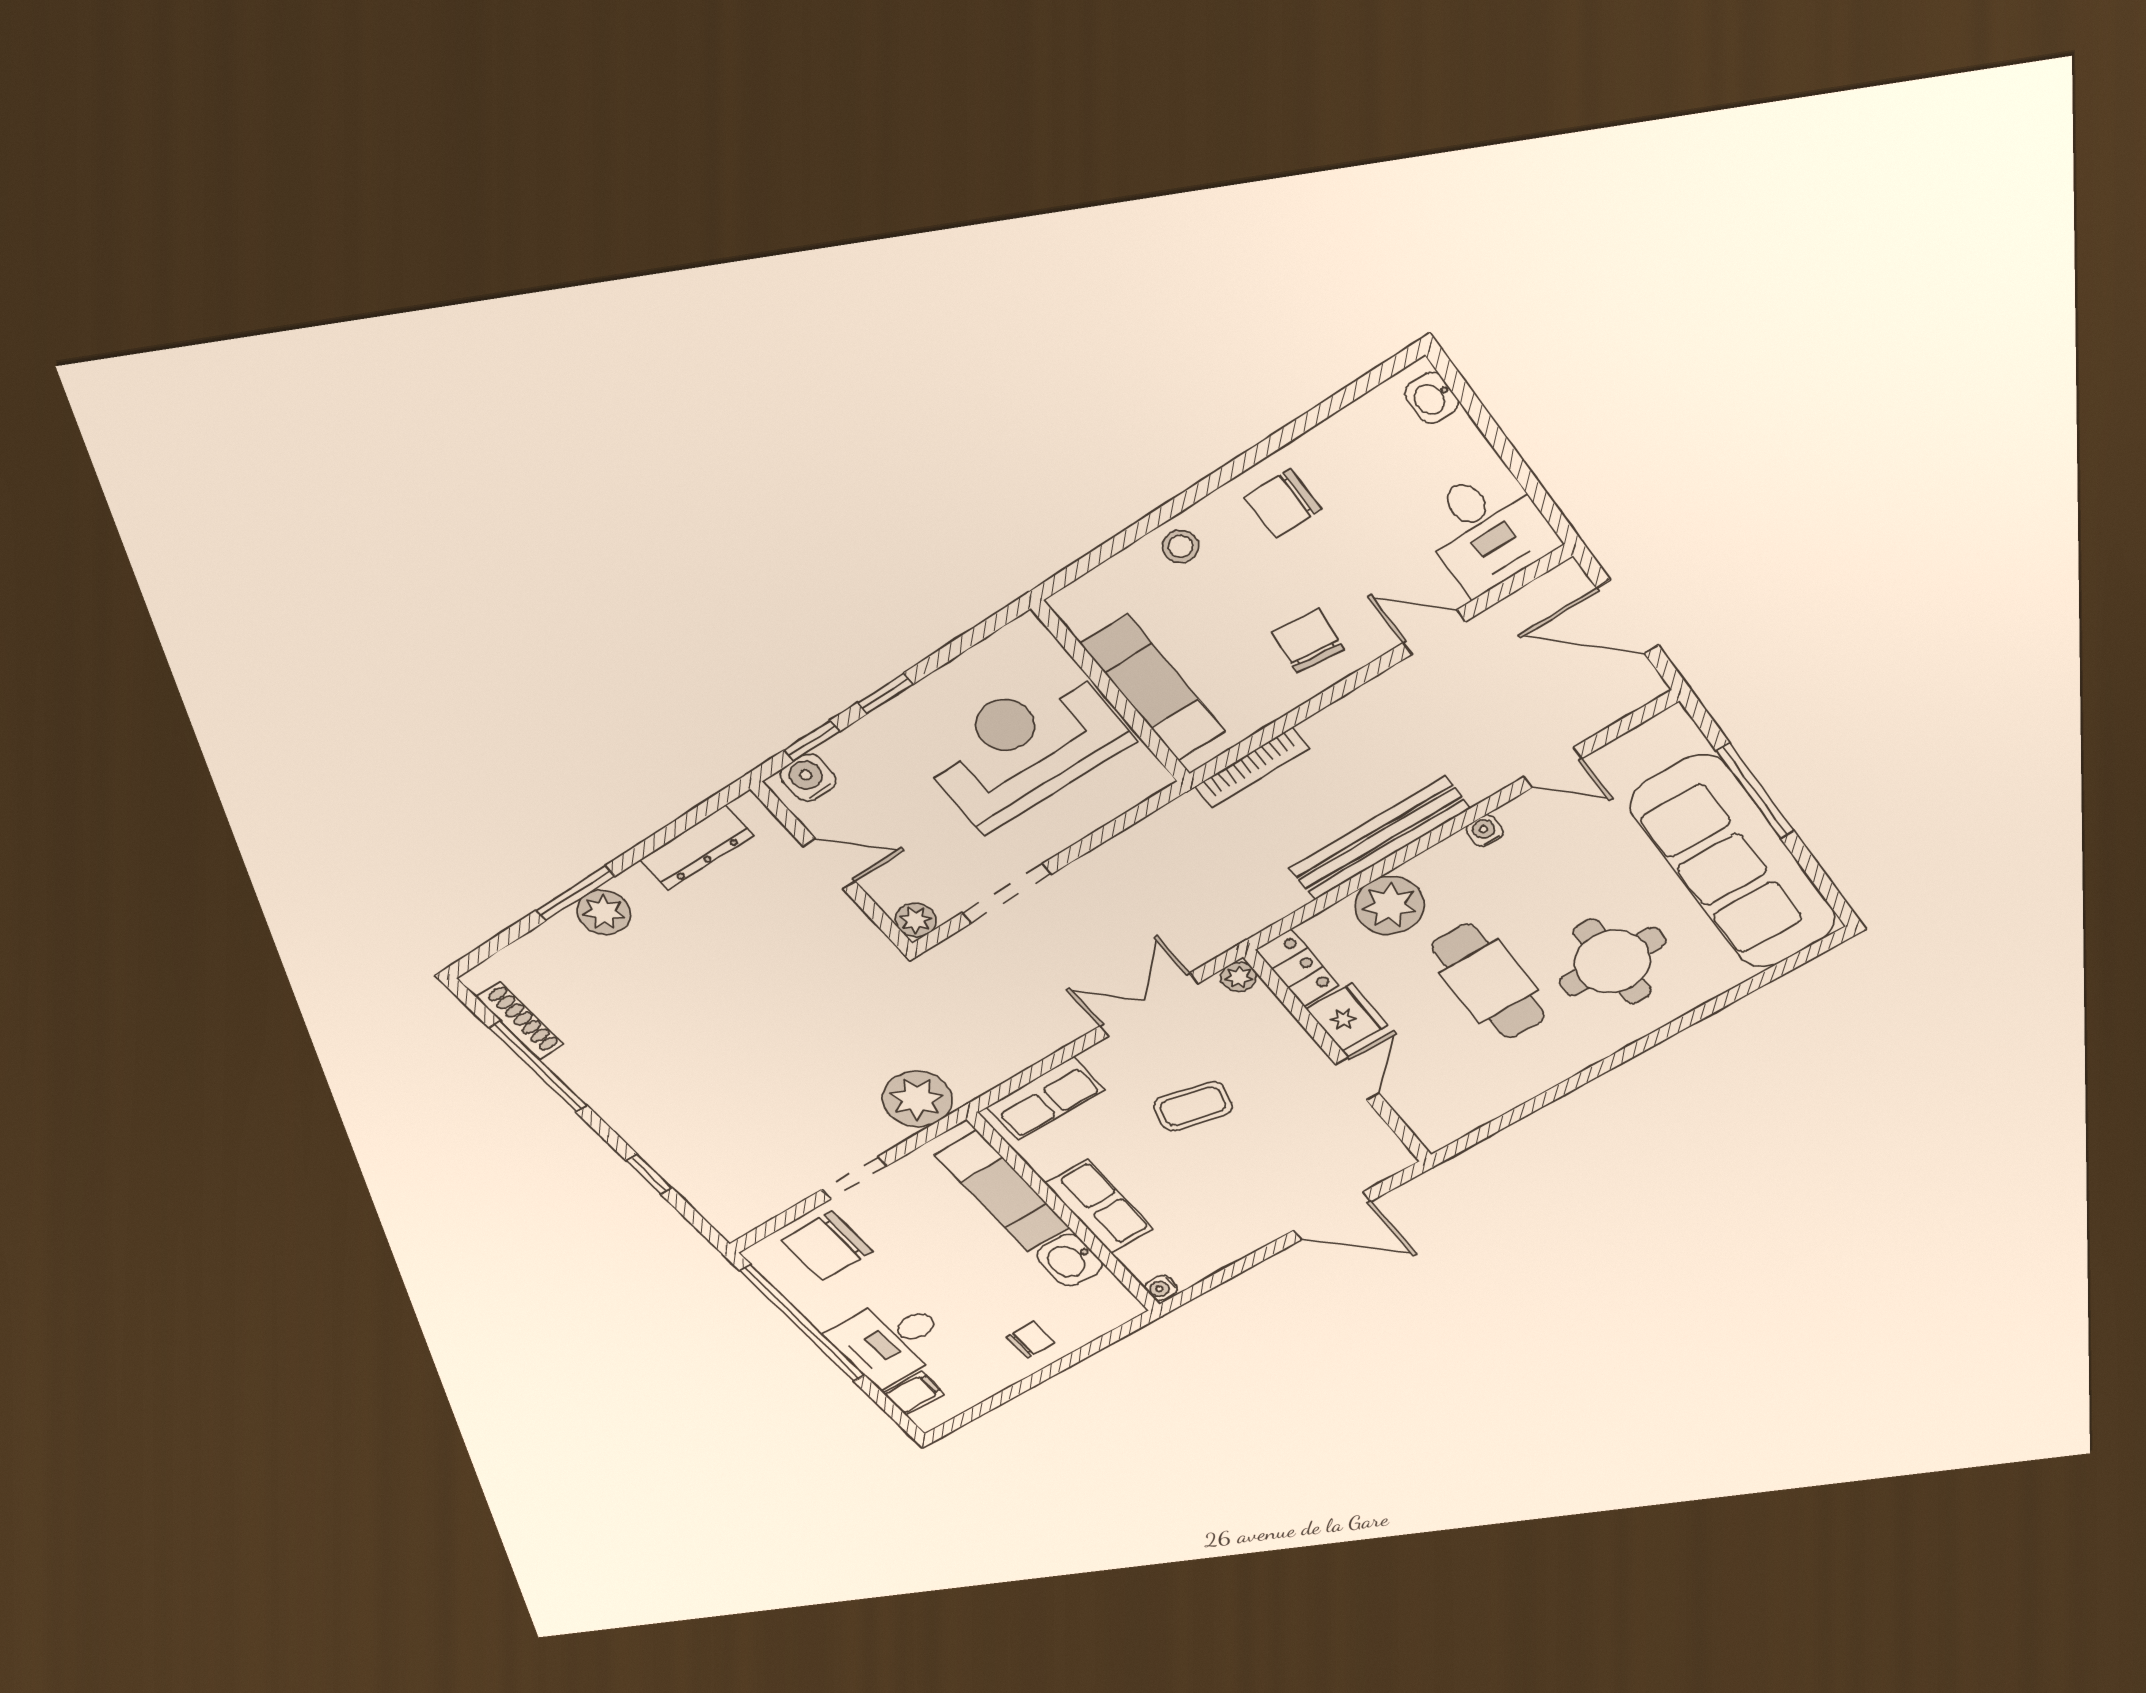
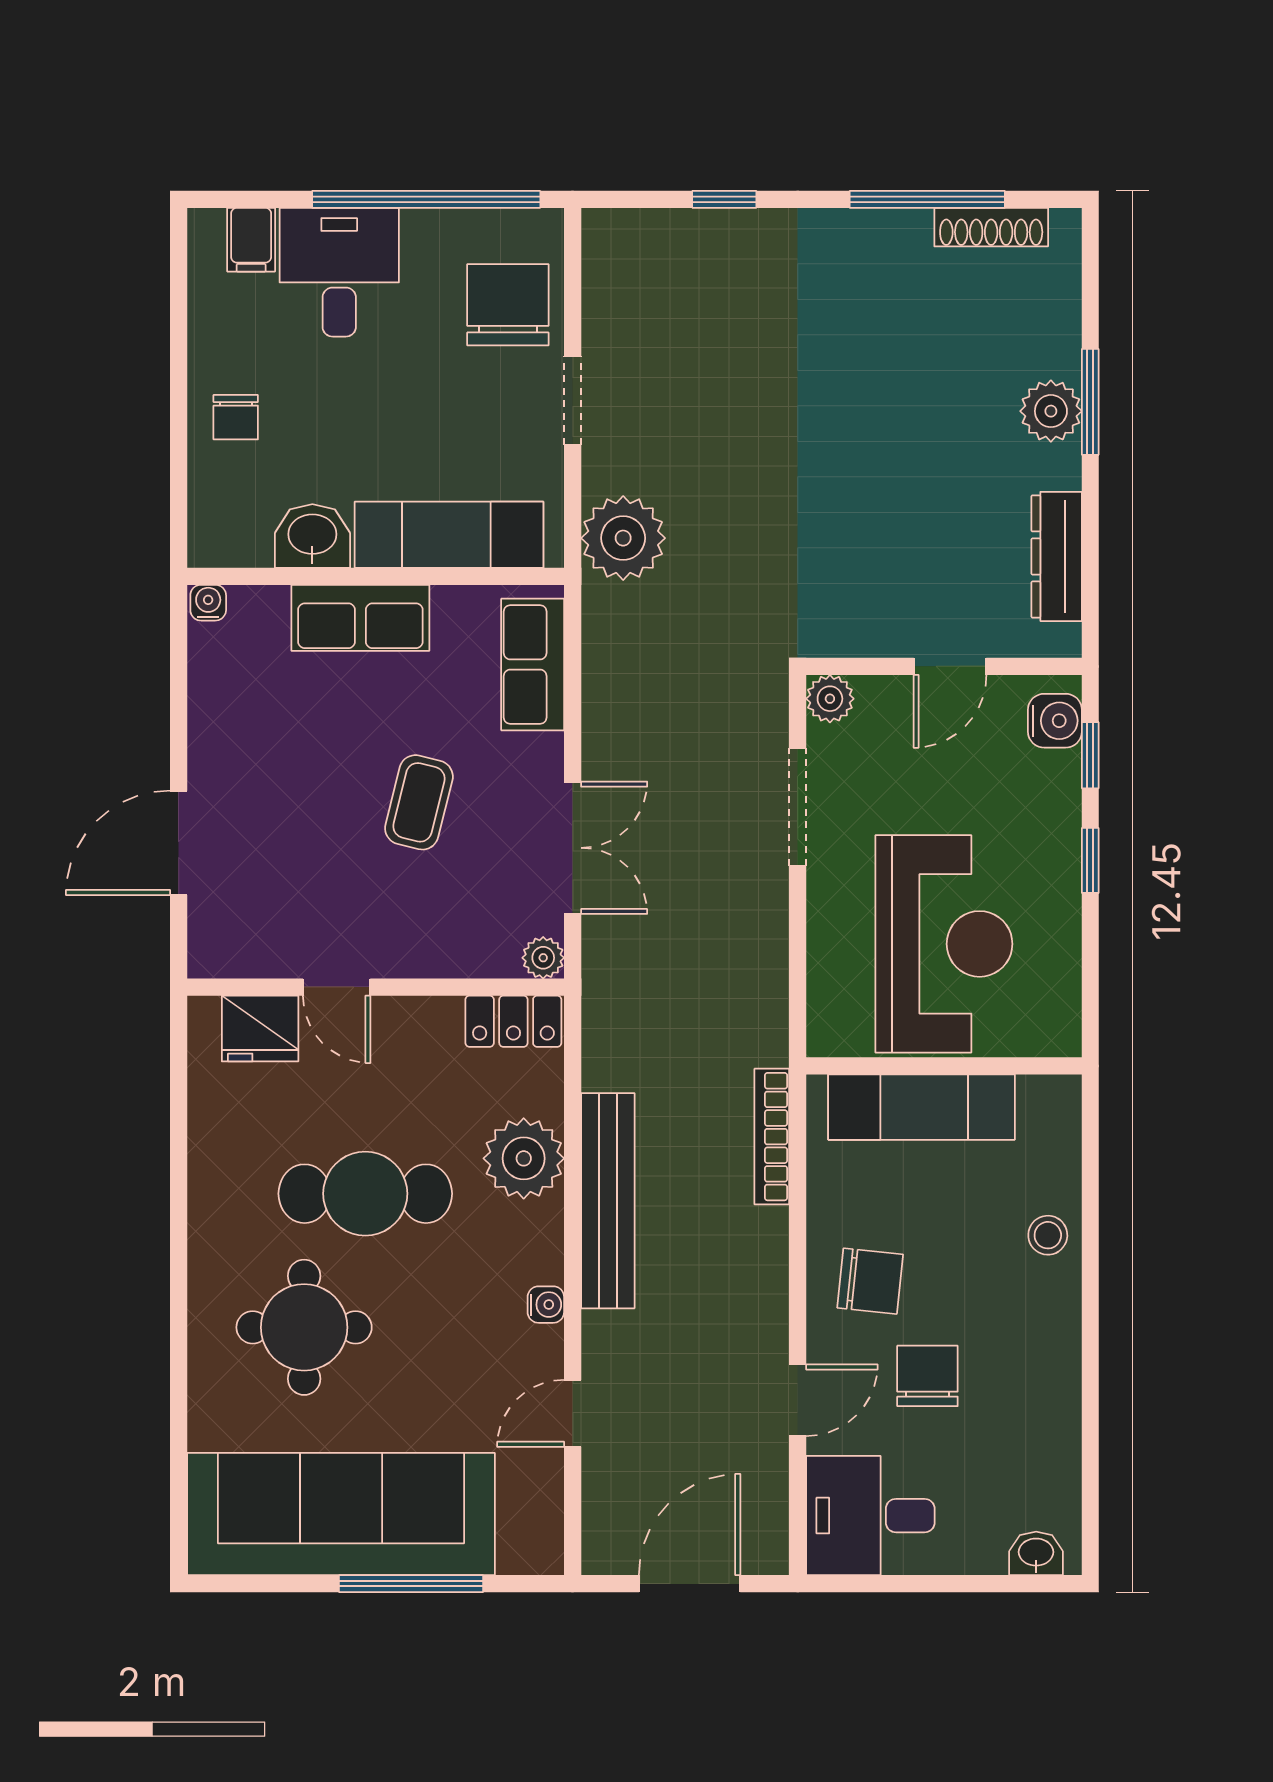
chair: (1283, 503) -> (927, 1376), moved
fridge: (1347, 1017) -> (260, 1029), moved

